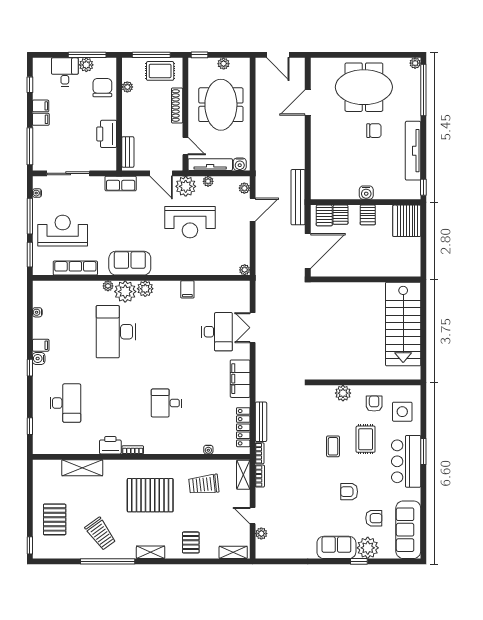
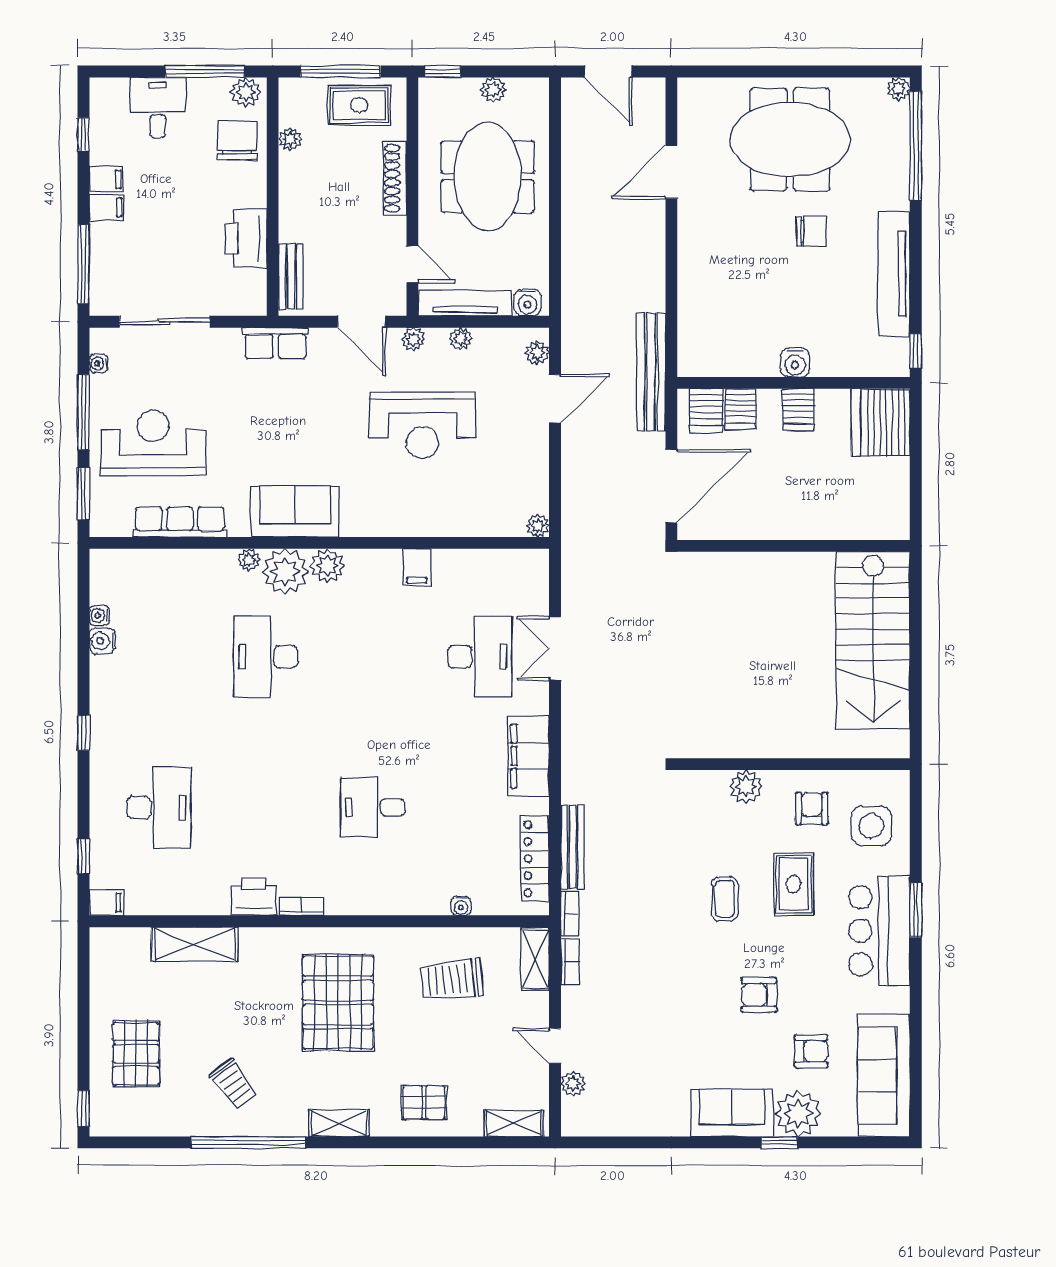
plant: (86, 65) -> (246, 92), moved
plant: (186, 186) -> (413, 339), width x0.53, depth x0.53
desk: (116, 332) -> (266, 657), width x0.73, depth x0.77
filing cabinet: (41, 345) -> (107, 903), moved
water cooler: (39, 359) -> (102, 641), moved
pallet: (150, 495) -> (338, 1003), turned 90
trolley: (101, 534) -> (233, 1084), width x0.73, depth x0.72
pallet: (191, 542) -> (424, 1102), turned 90

